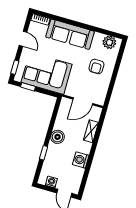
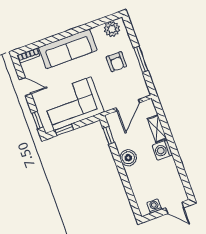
window: (114, 77) -> (141, 59), added
window: (44, 153) -> (109, 135), moved
washing machine: (81, 160) -> (162, 150), moved

